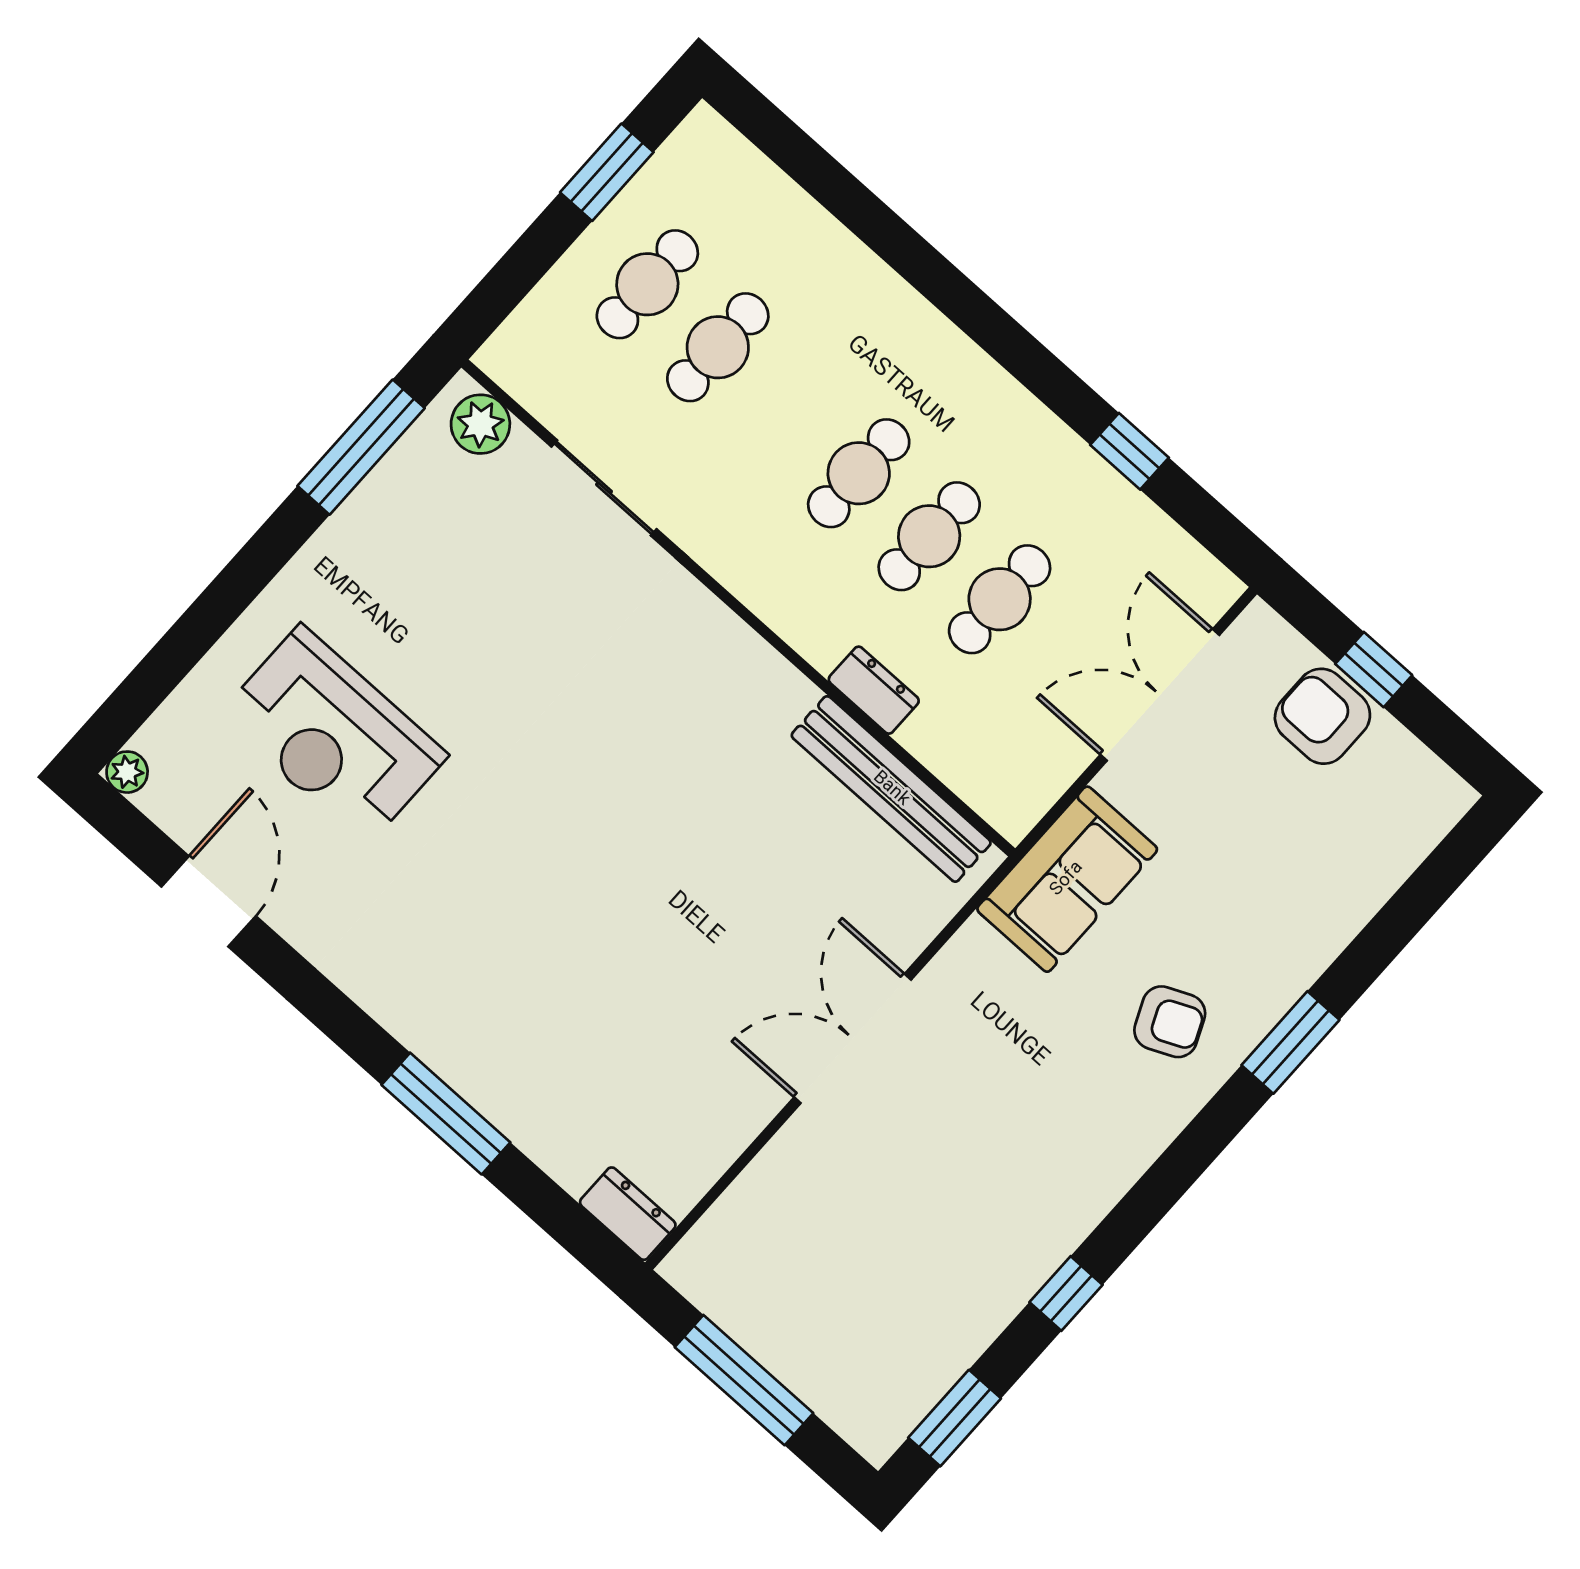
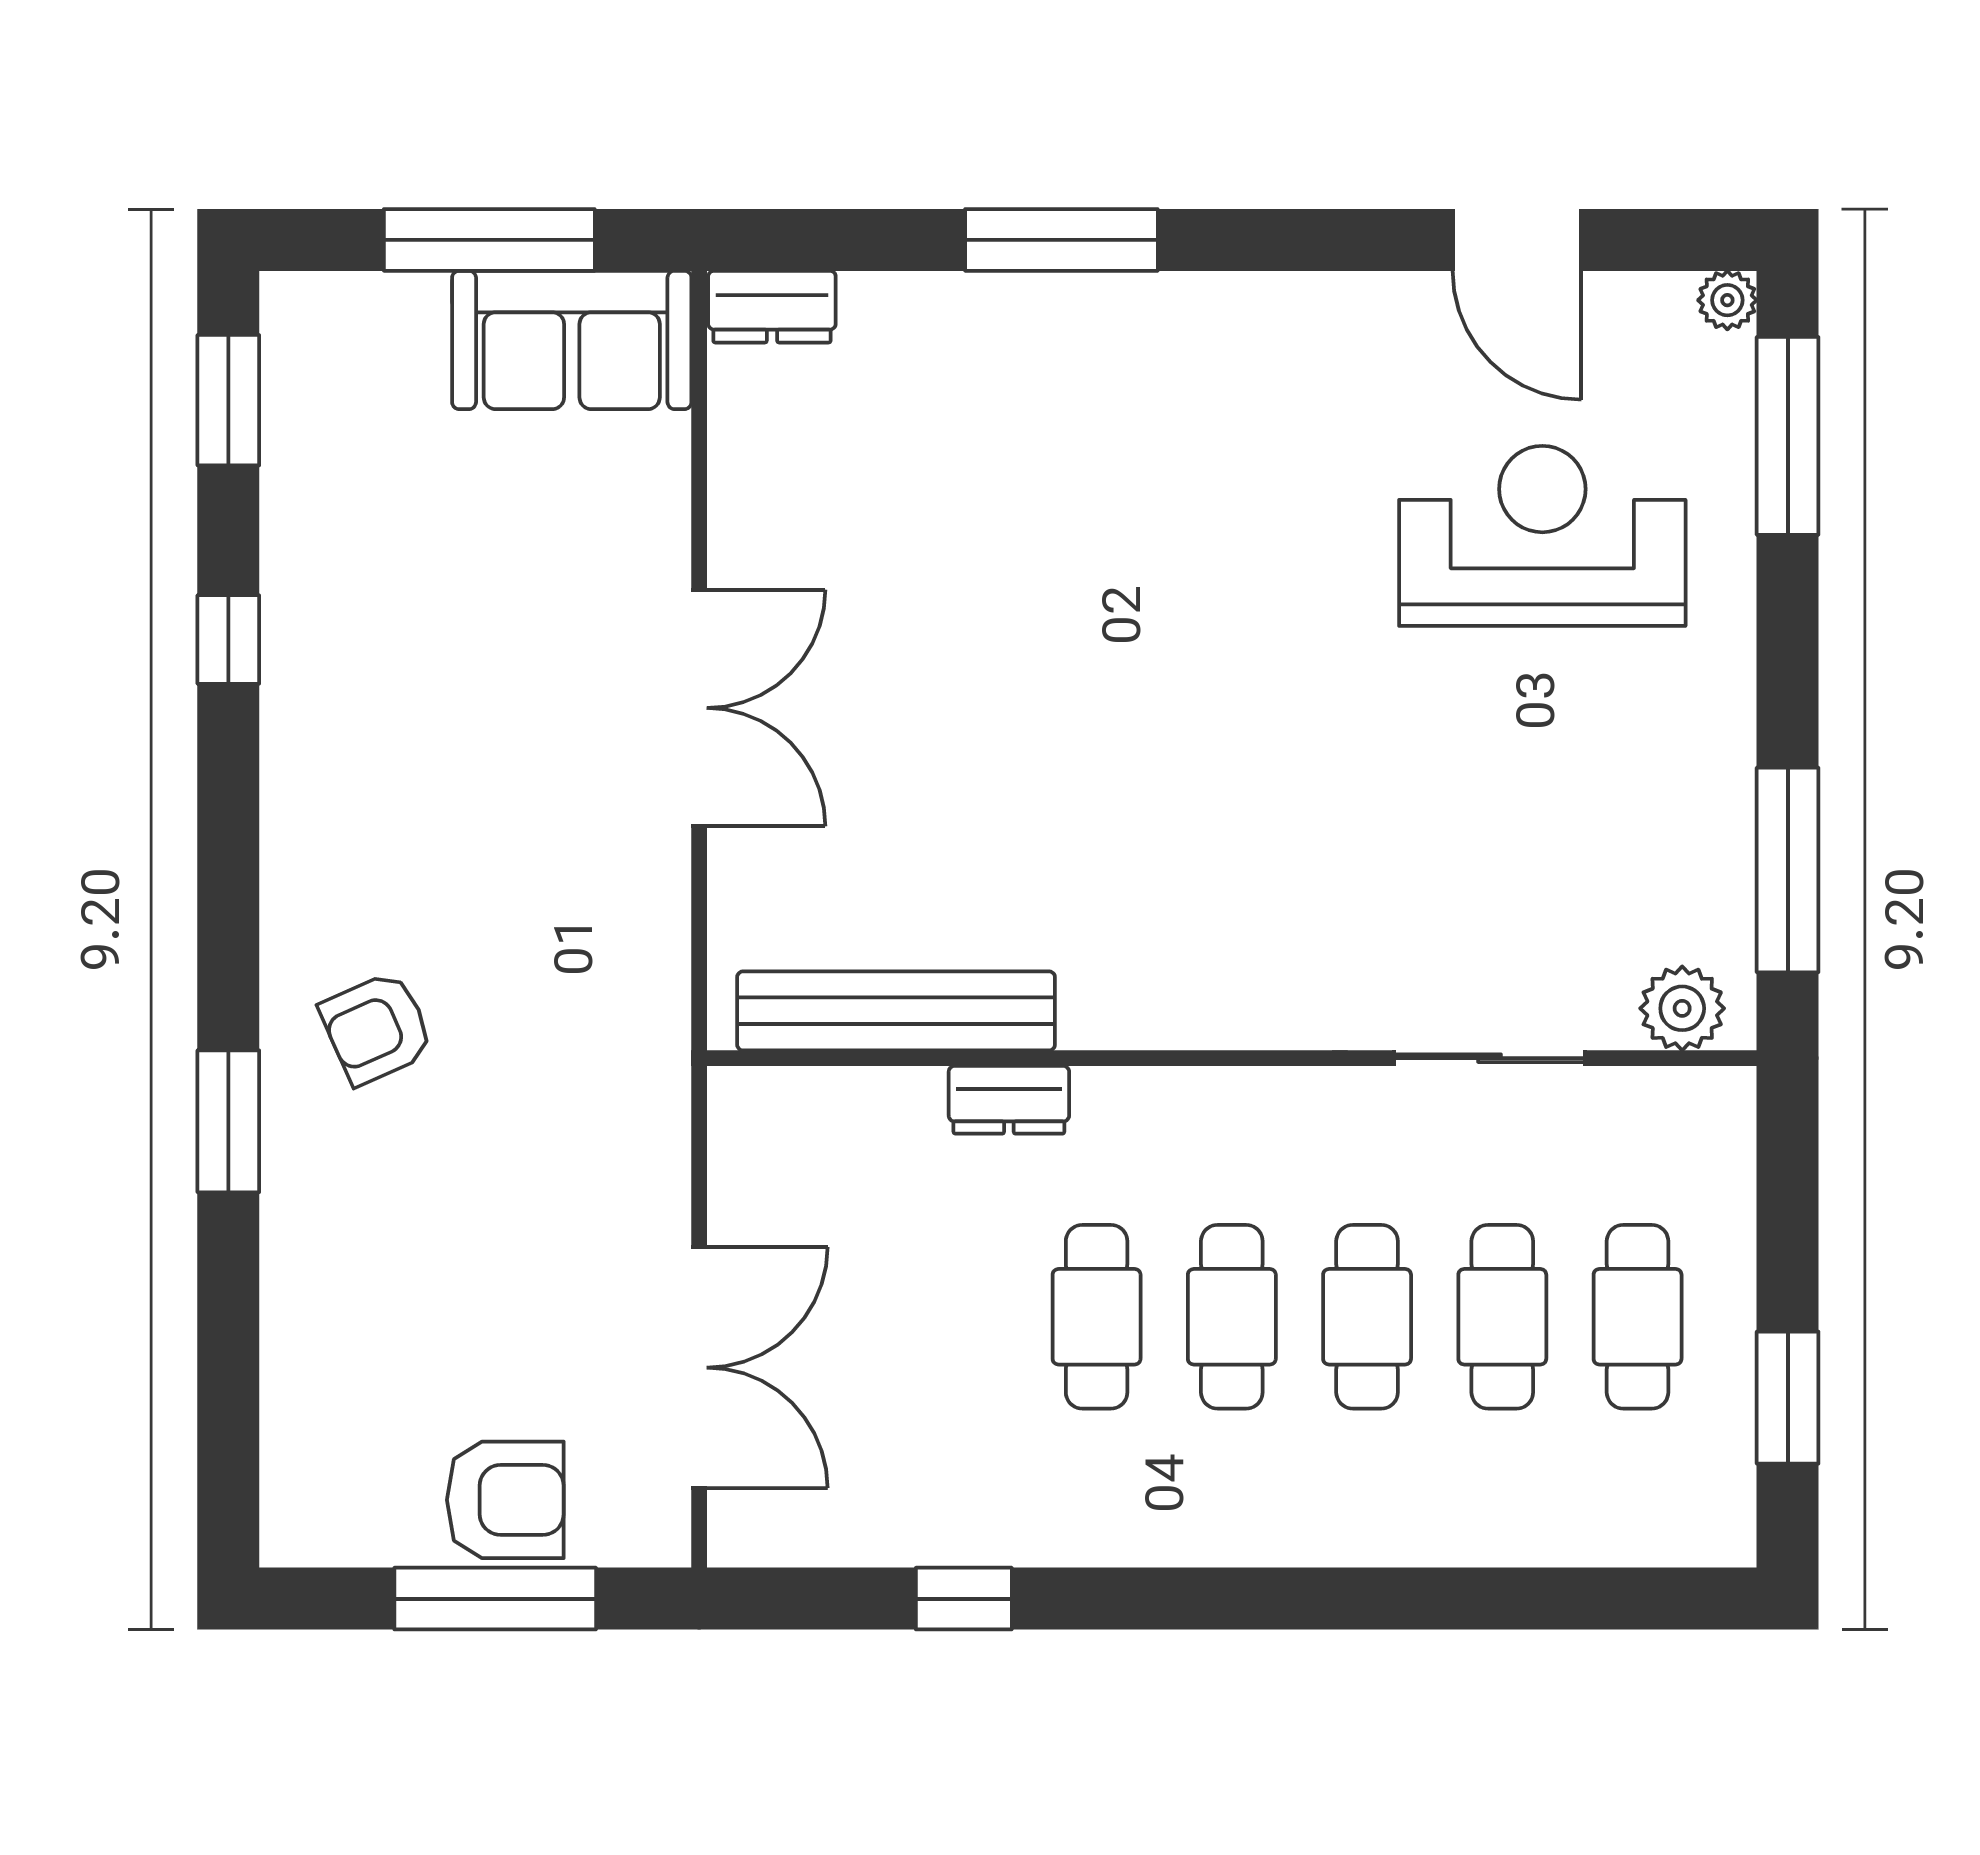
cafe table: (1000, 599) -> (1367, 1317), moved
window: (1374, 670) -> (495, 1599), width x2.17
window: (159, 673) -> (1788, 436), added
sofa: (1067, 879) -> (572, 340), moved, turned -90

